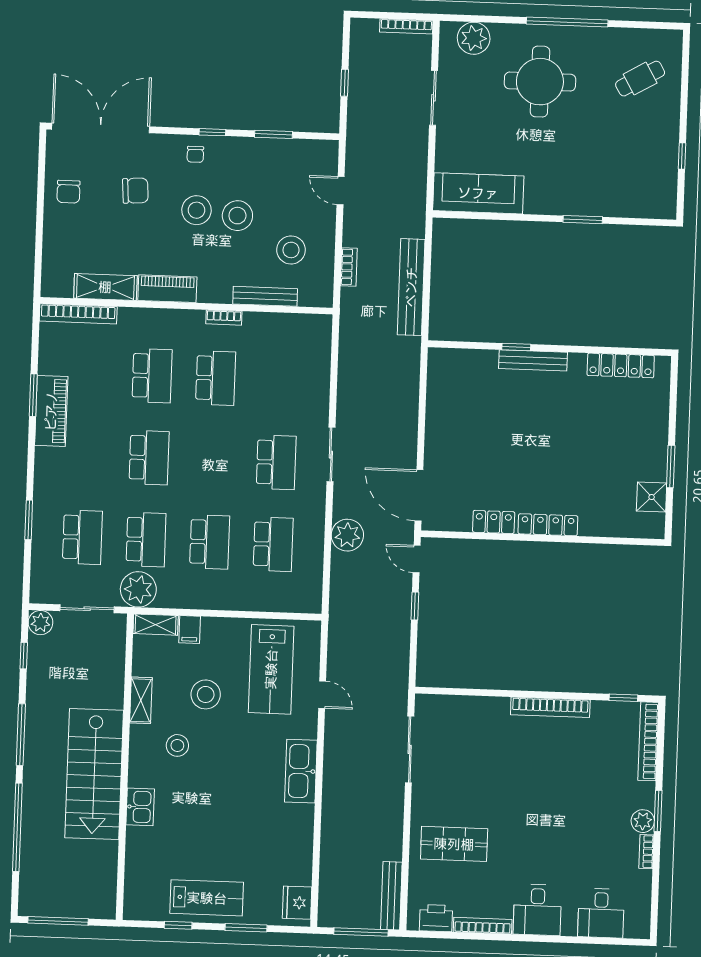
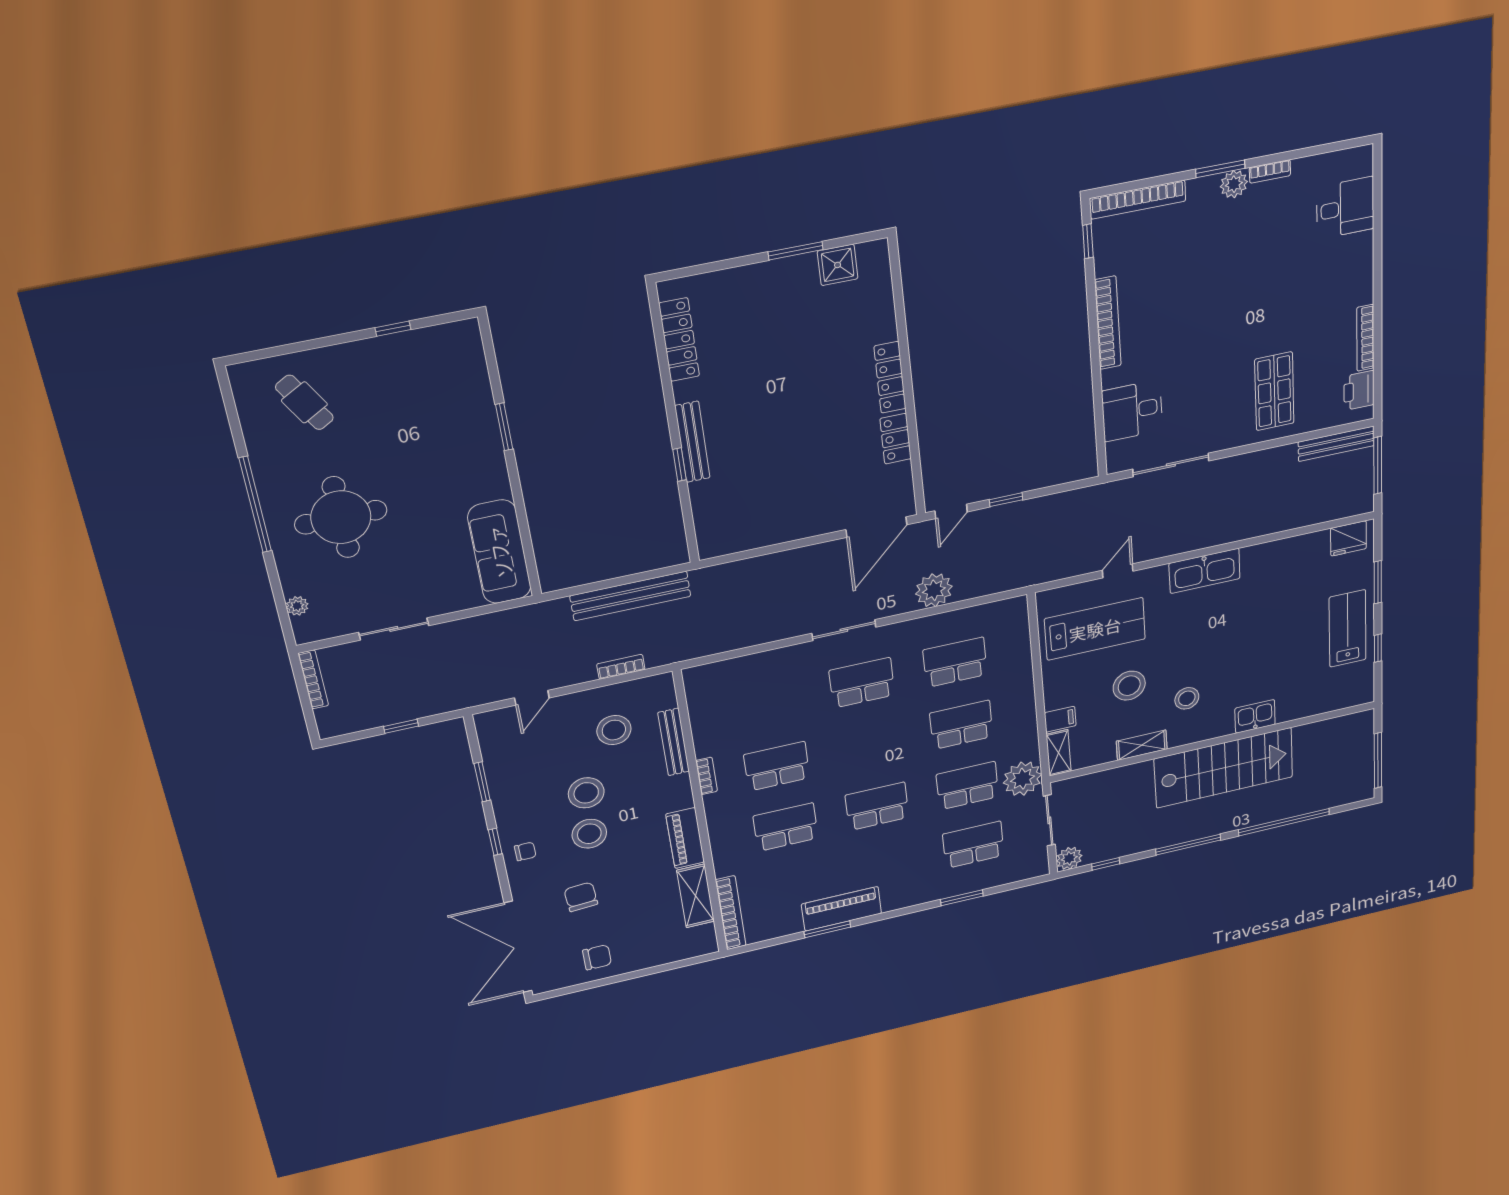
plant: (474, 38) -> (297, 606), width x0.53, depth x0.53
desk: (537, 910) -> (1132, 411), moved, turned 180

